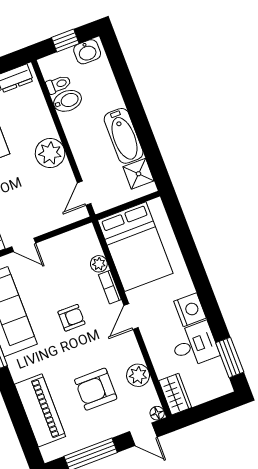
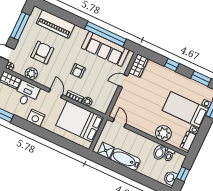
plant: (50, 153) -> (163, 133), moved
desk: (194, 345) -> (27, 94), moved, turned 180

